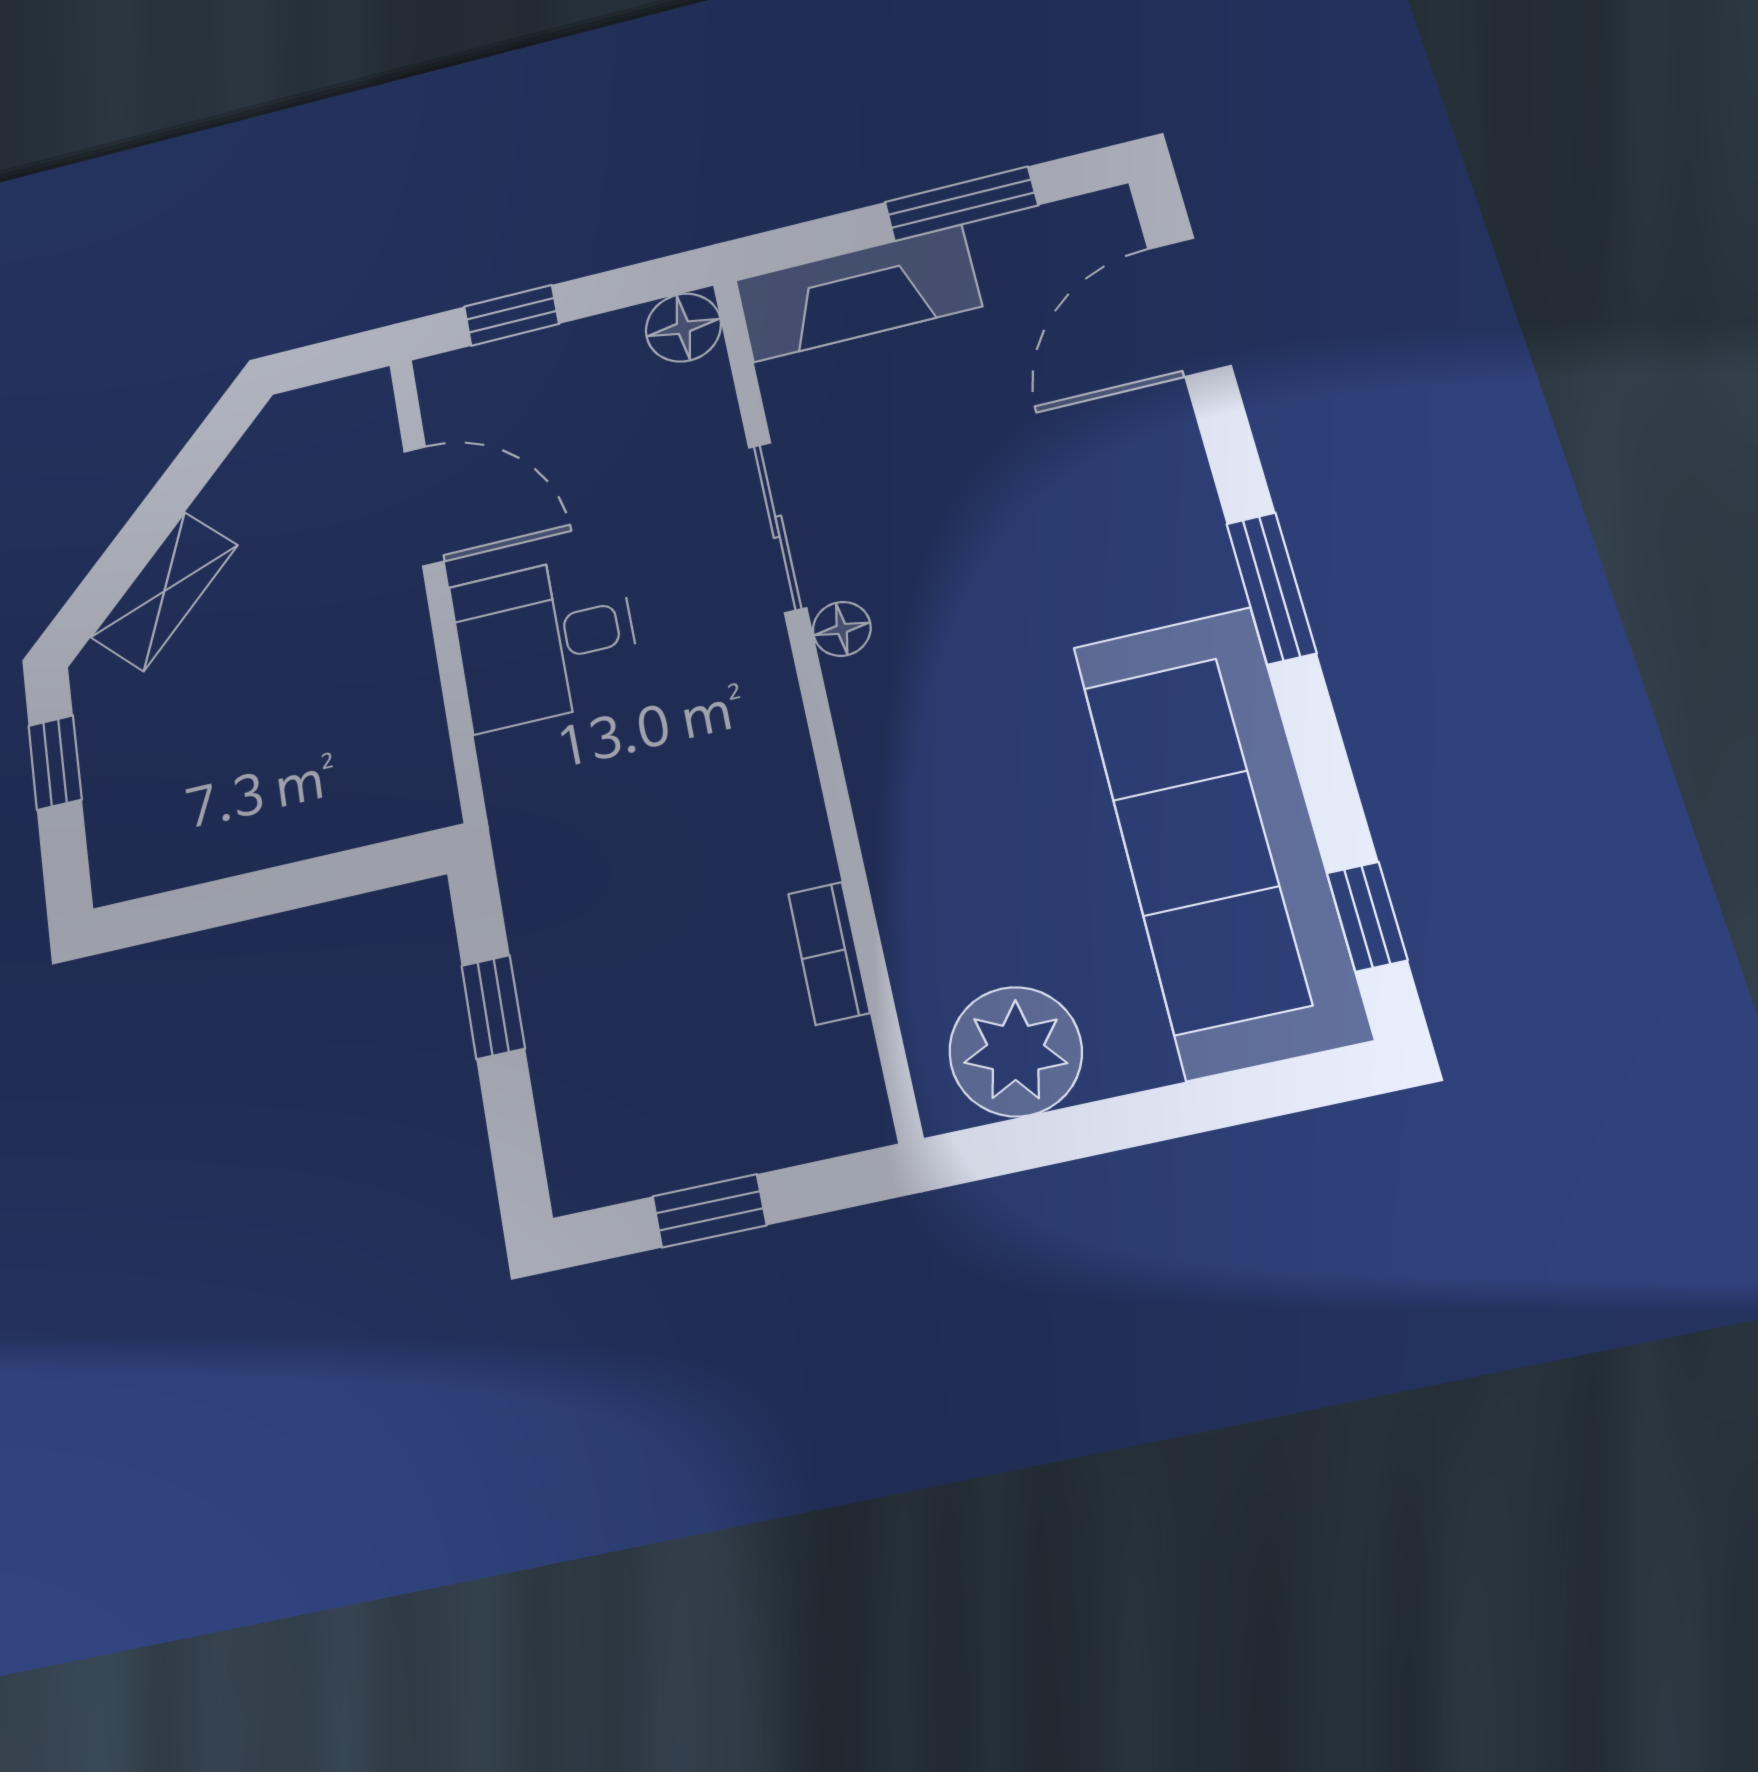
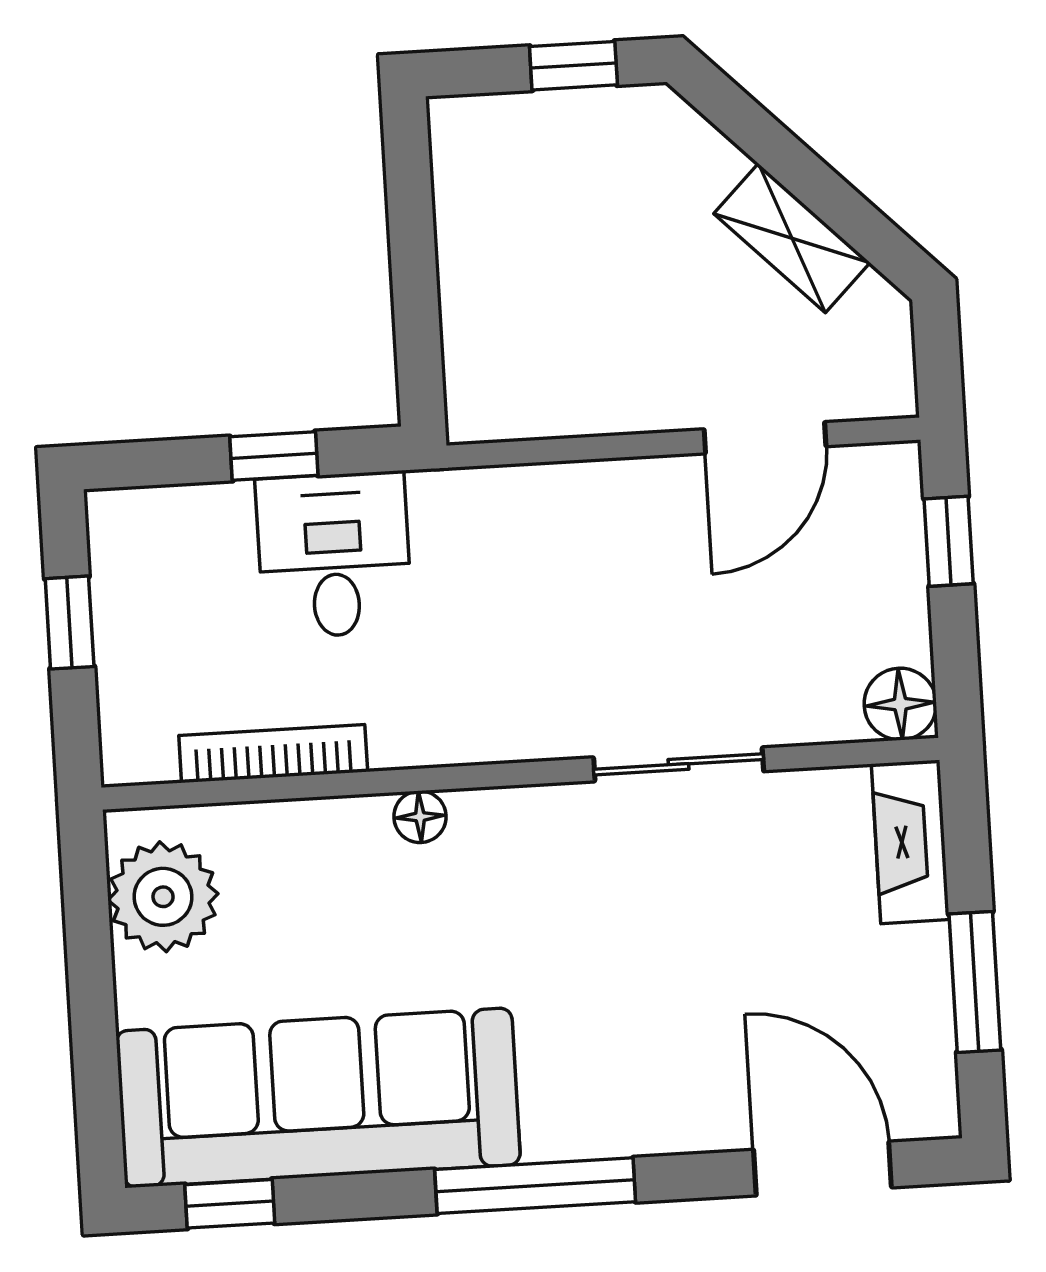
fireplace: (858, 293) -> (910, 842), width x0.73, depth x0.76
window: (1271, 588) -> (535, 1186), width x1.44
shelving: (164, 591) -> (792, 238), moved
floor lamp: (842, 629) -> (420, 817), moved
desk: (546, 641) -> (334, 555), moved
bookcase: (829, 953) -> (273, 754), width x1.56

